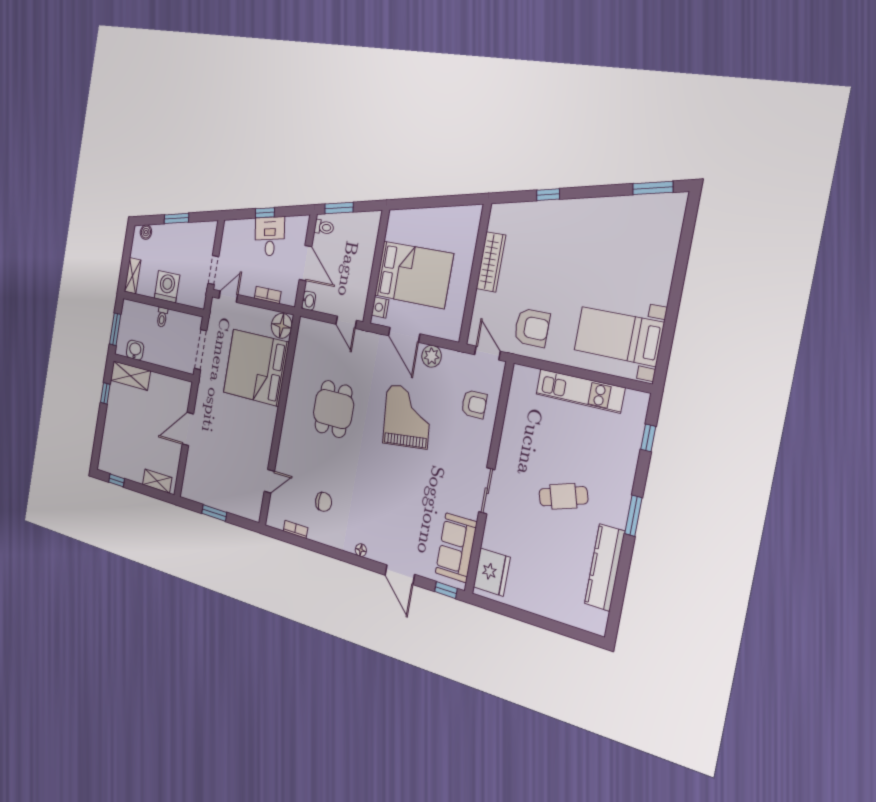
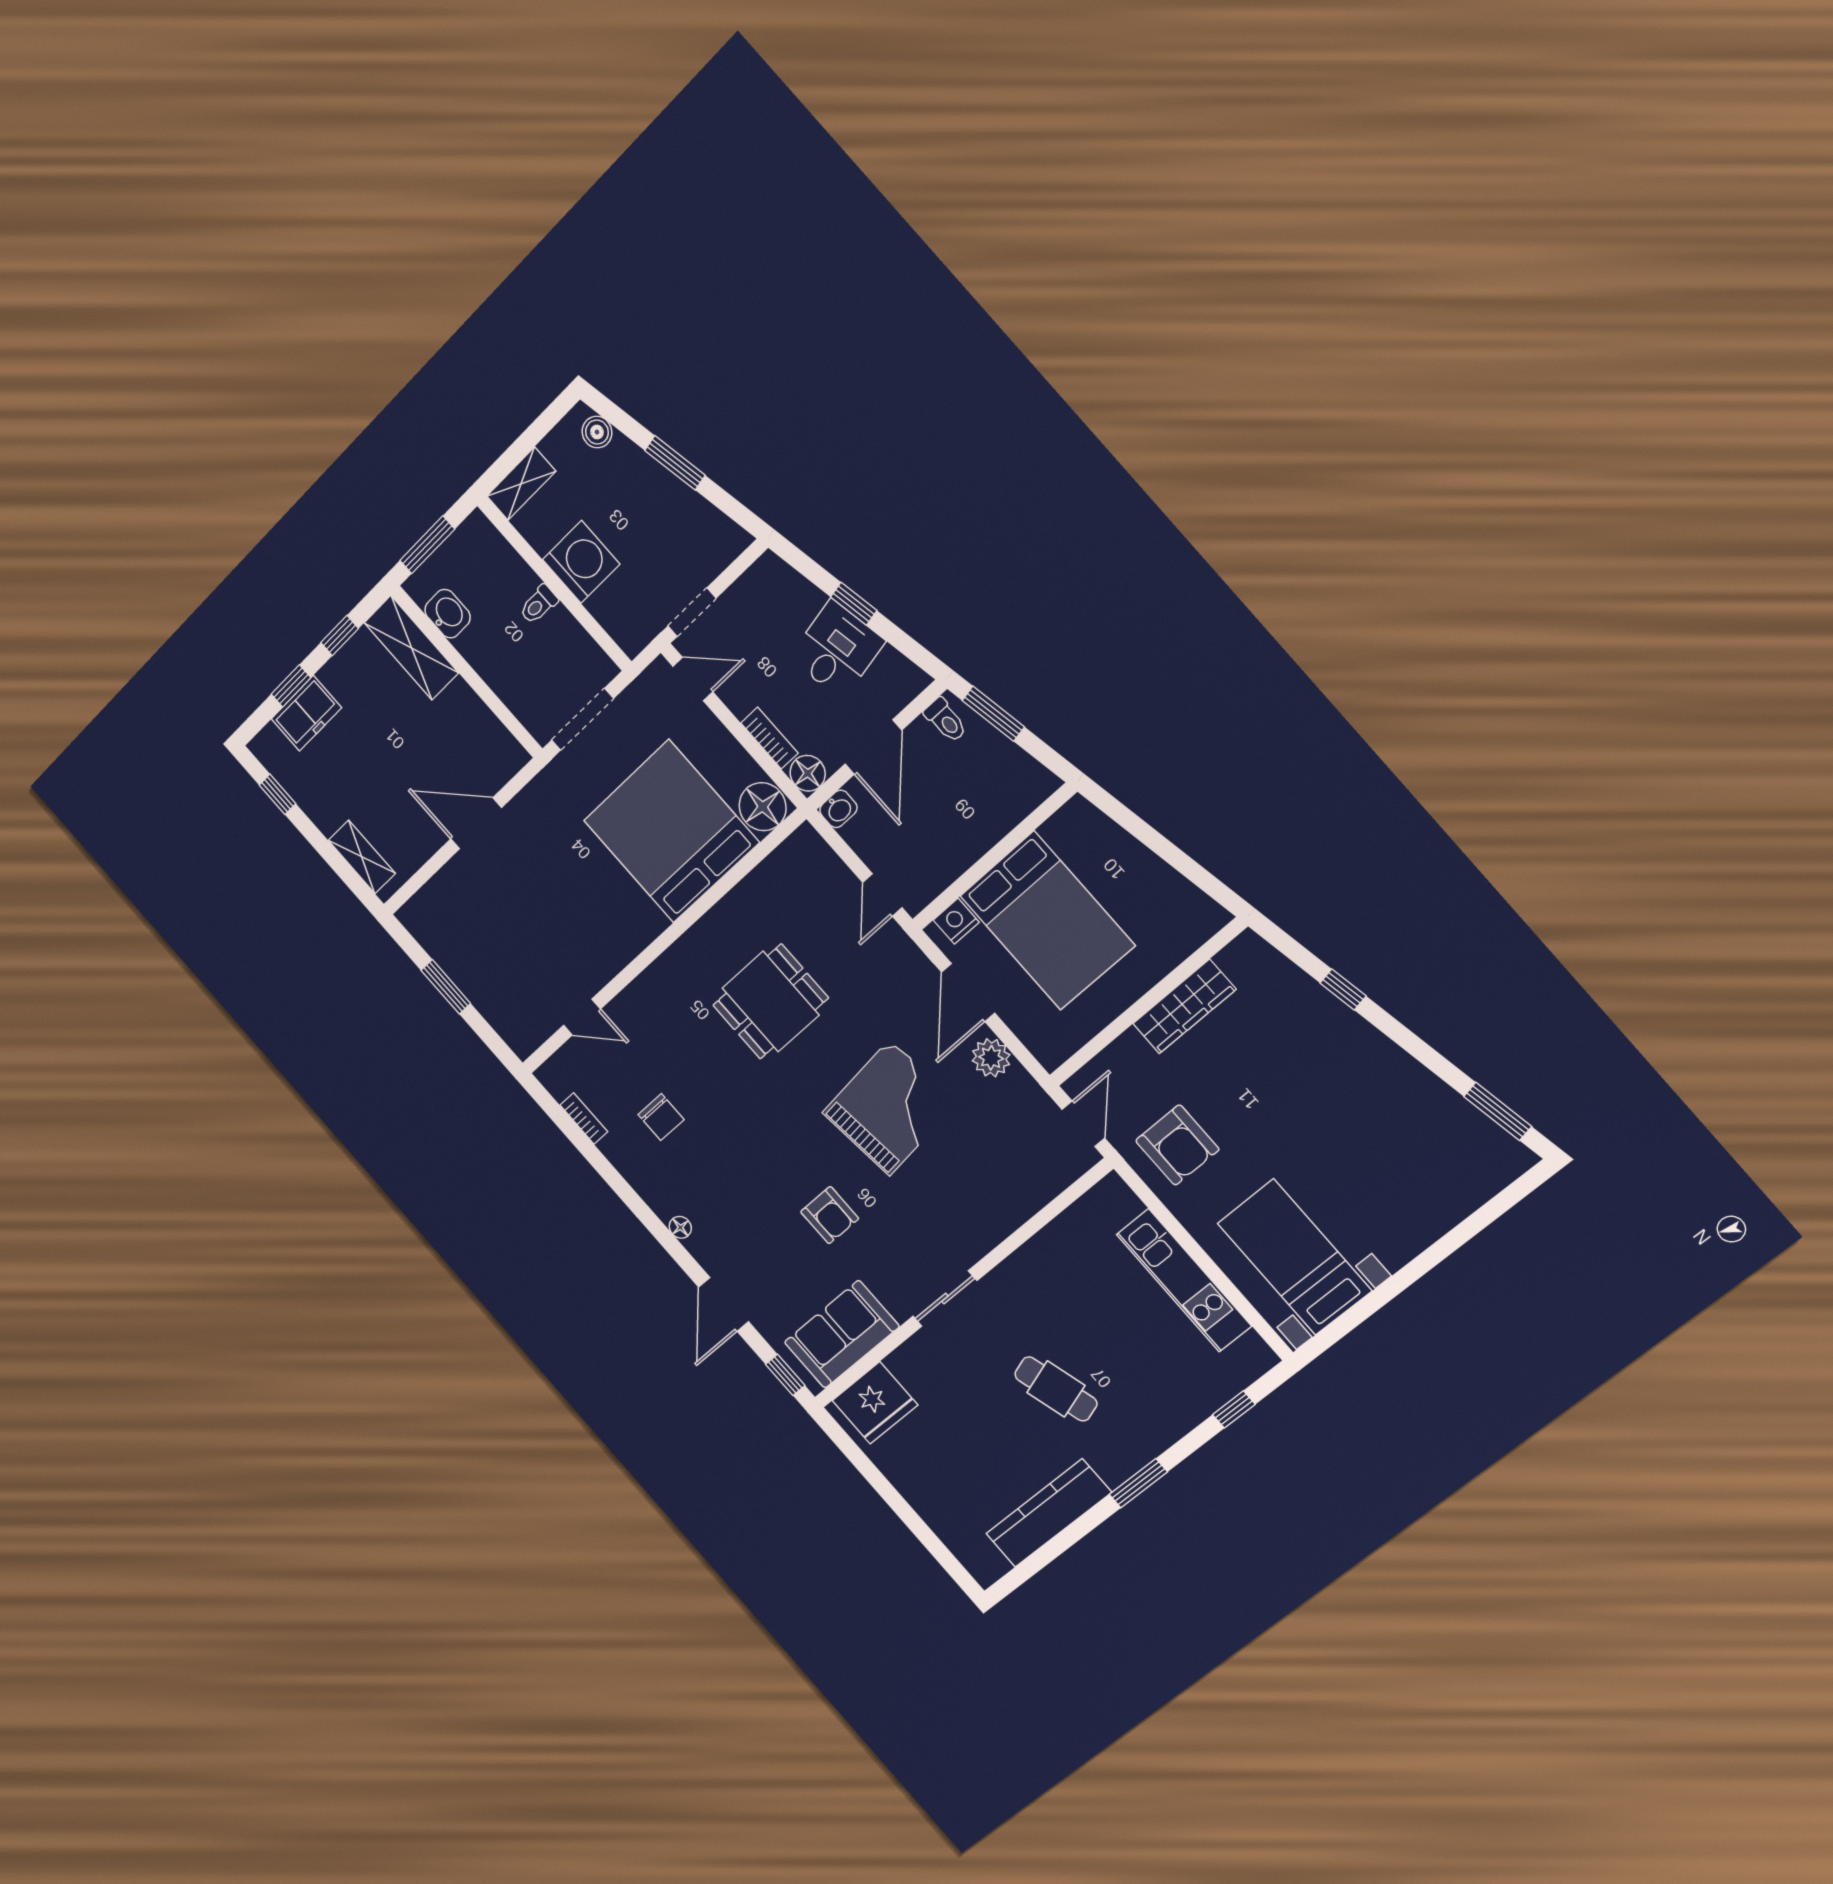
floor lamp: (289, 296) -> (808, 773), added
armchair: (474, 404) -> (830, 1215), moved
window: (100, 430) -> (291, 686), added
freezer: (110, 436) -> (306, 713), added

